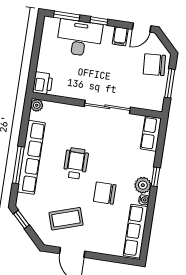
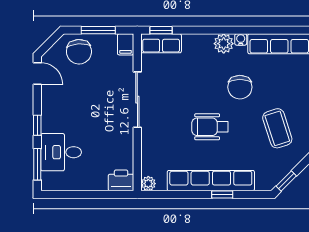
filing cabinet: (120, 36) -> (126, 44), moved, turned 90
desk: (79, 38) -> (61, 152), width x0.73
window: (18, 165) -> (222, 194), width x0.46
window: (155, 177) -> (161, 30), moved

